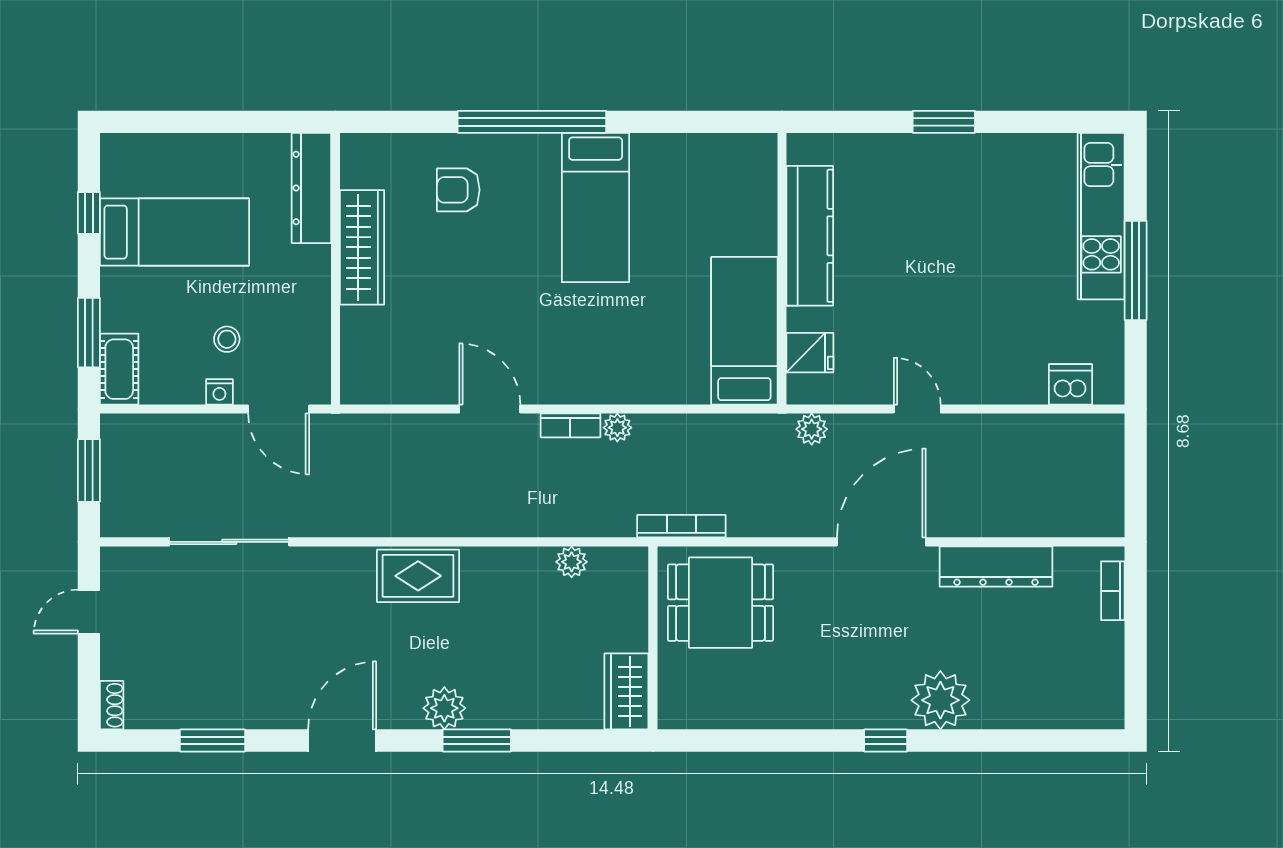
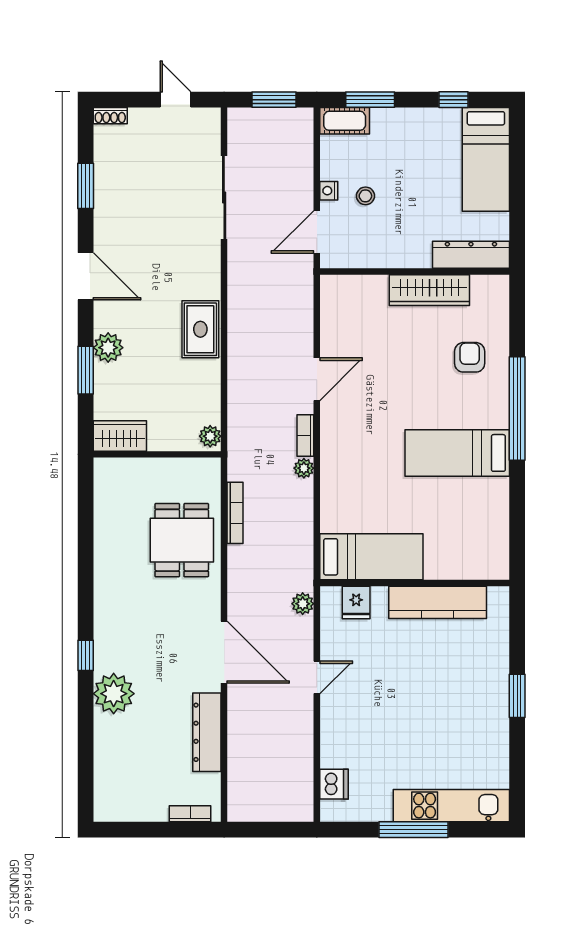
bed: (175, 232) -> (486, 159), moved
wall: (653, 638) -> (157, 454), moved
wardrobe: (626, 691) -> (120, 436), moved

